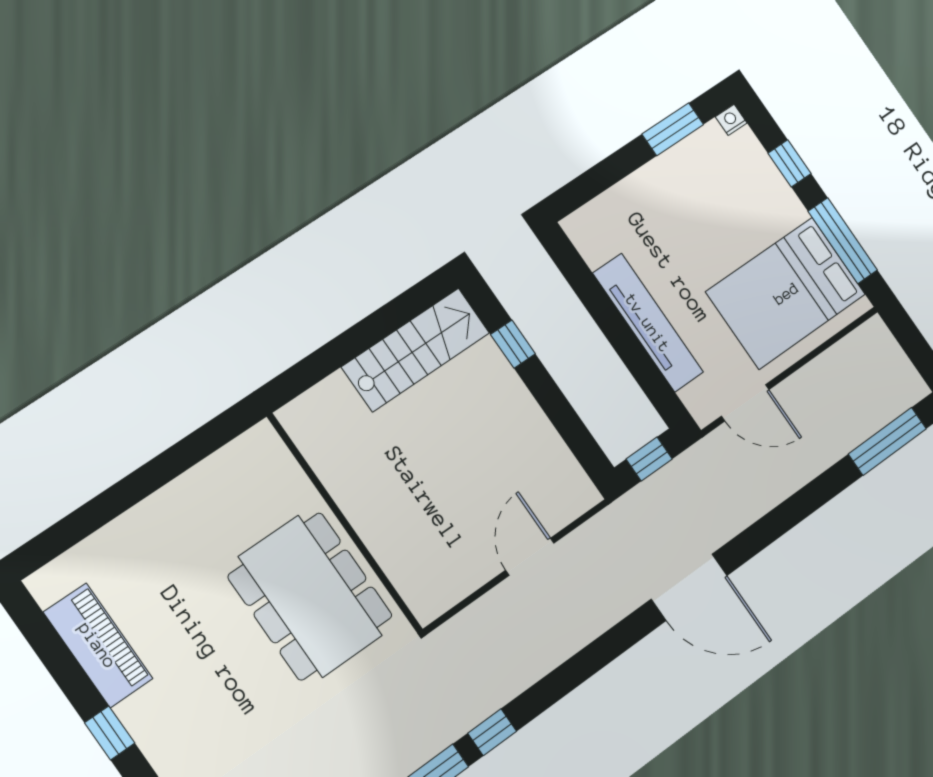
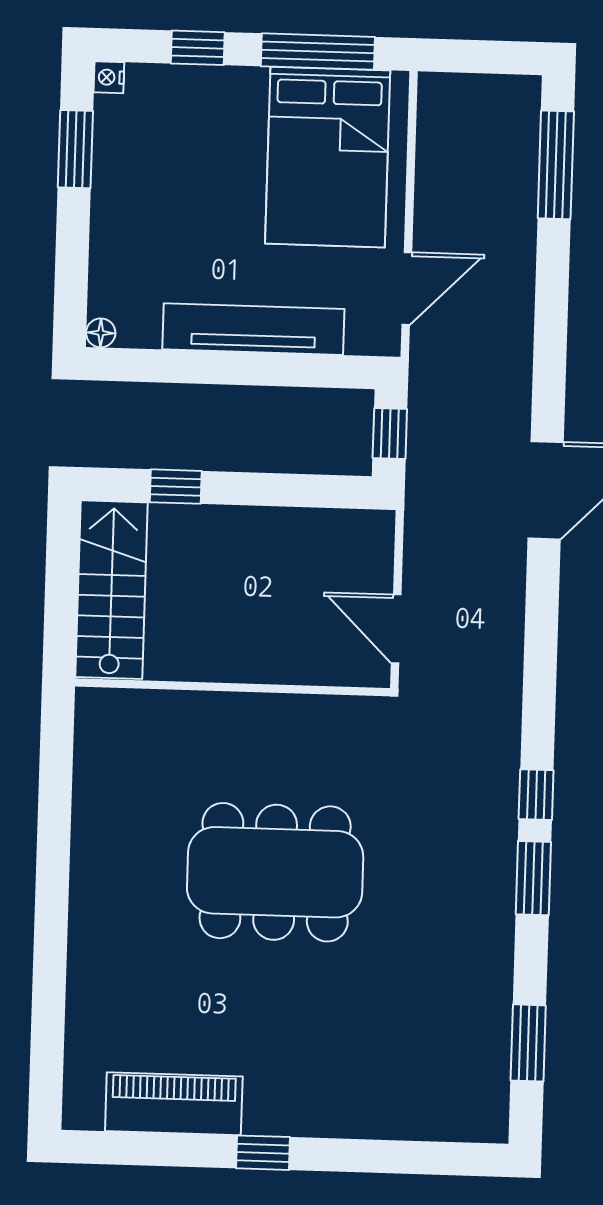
floor lamp: (573, 226) -> (101, 333), added
wall: (345, 523) -> (233, 687), moved

